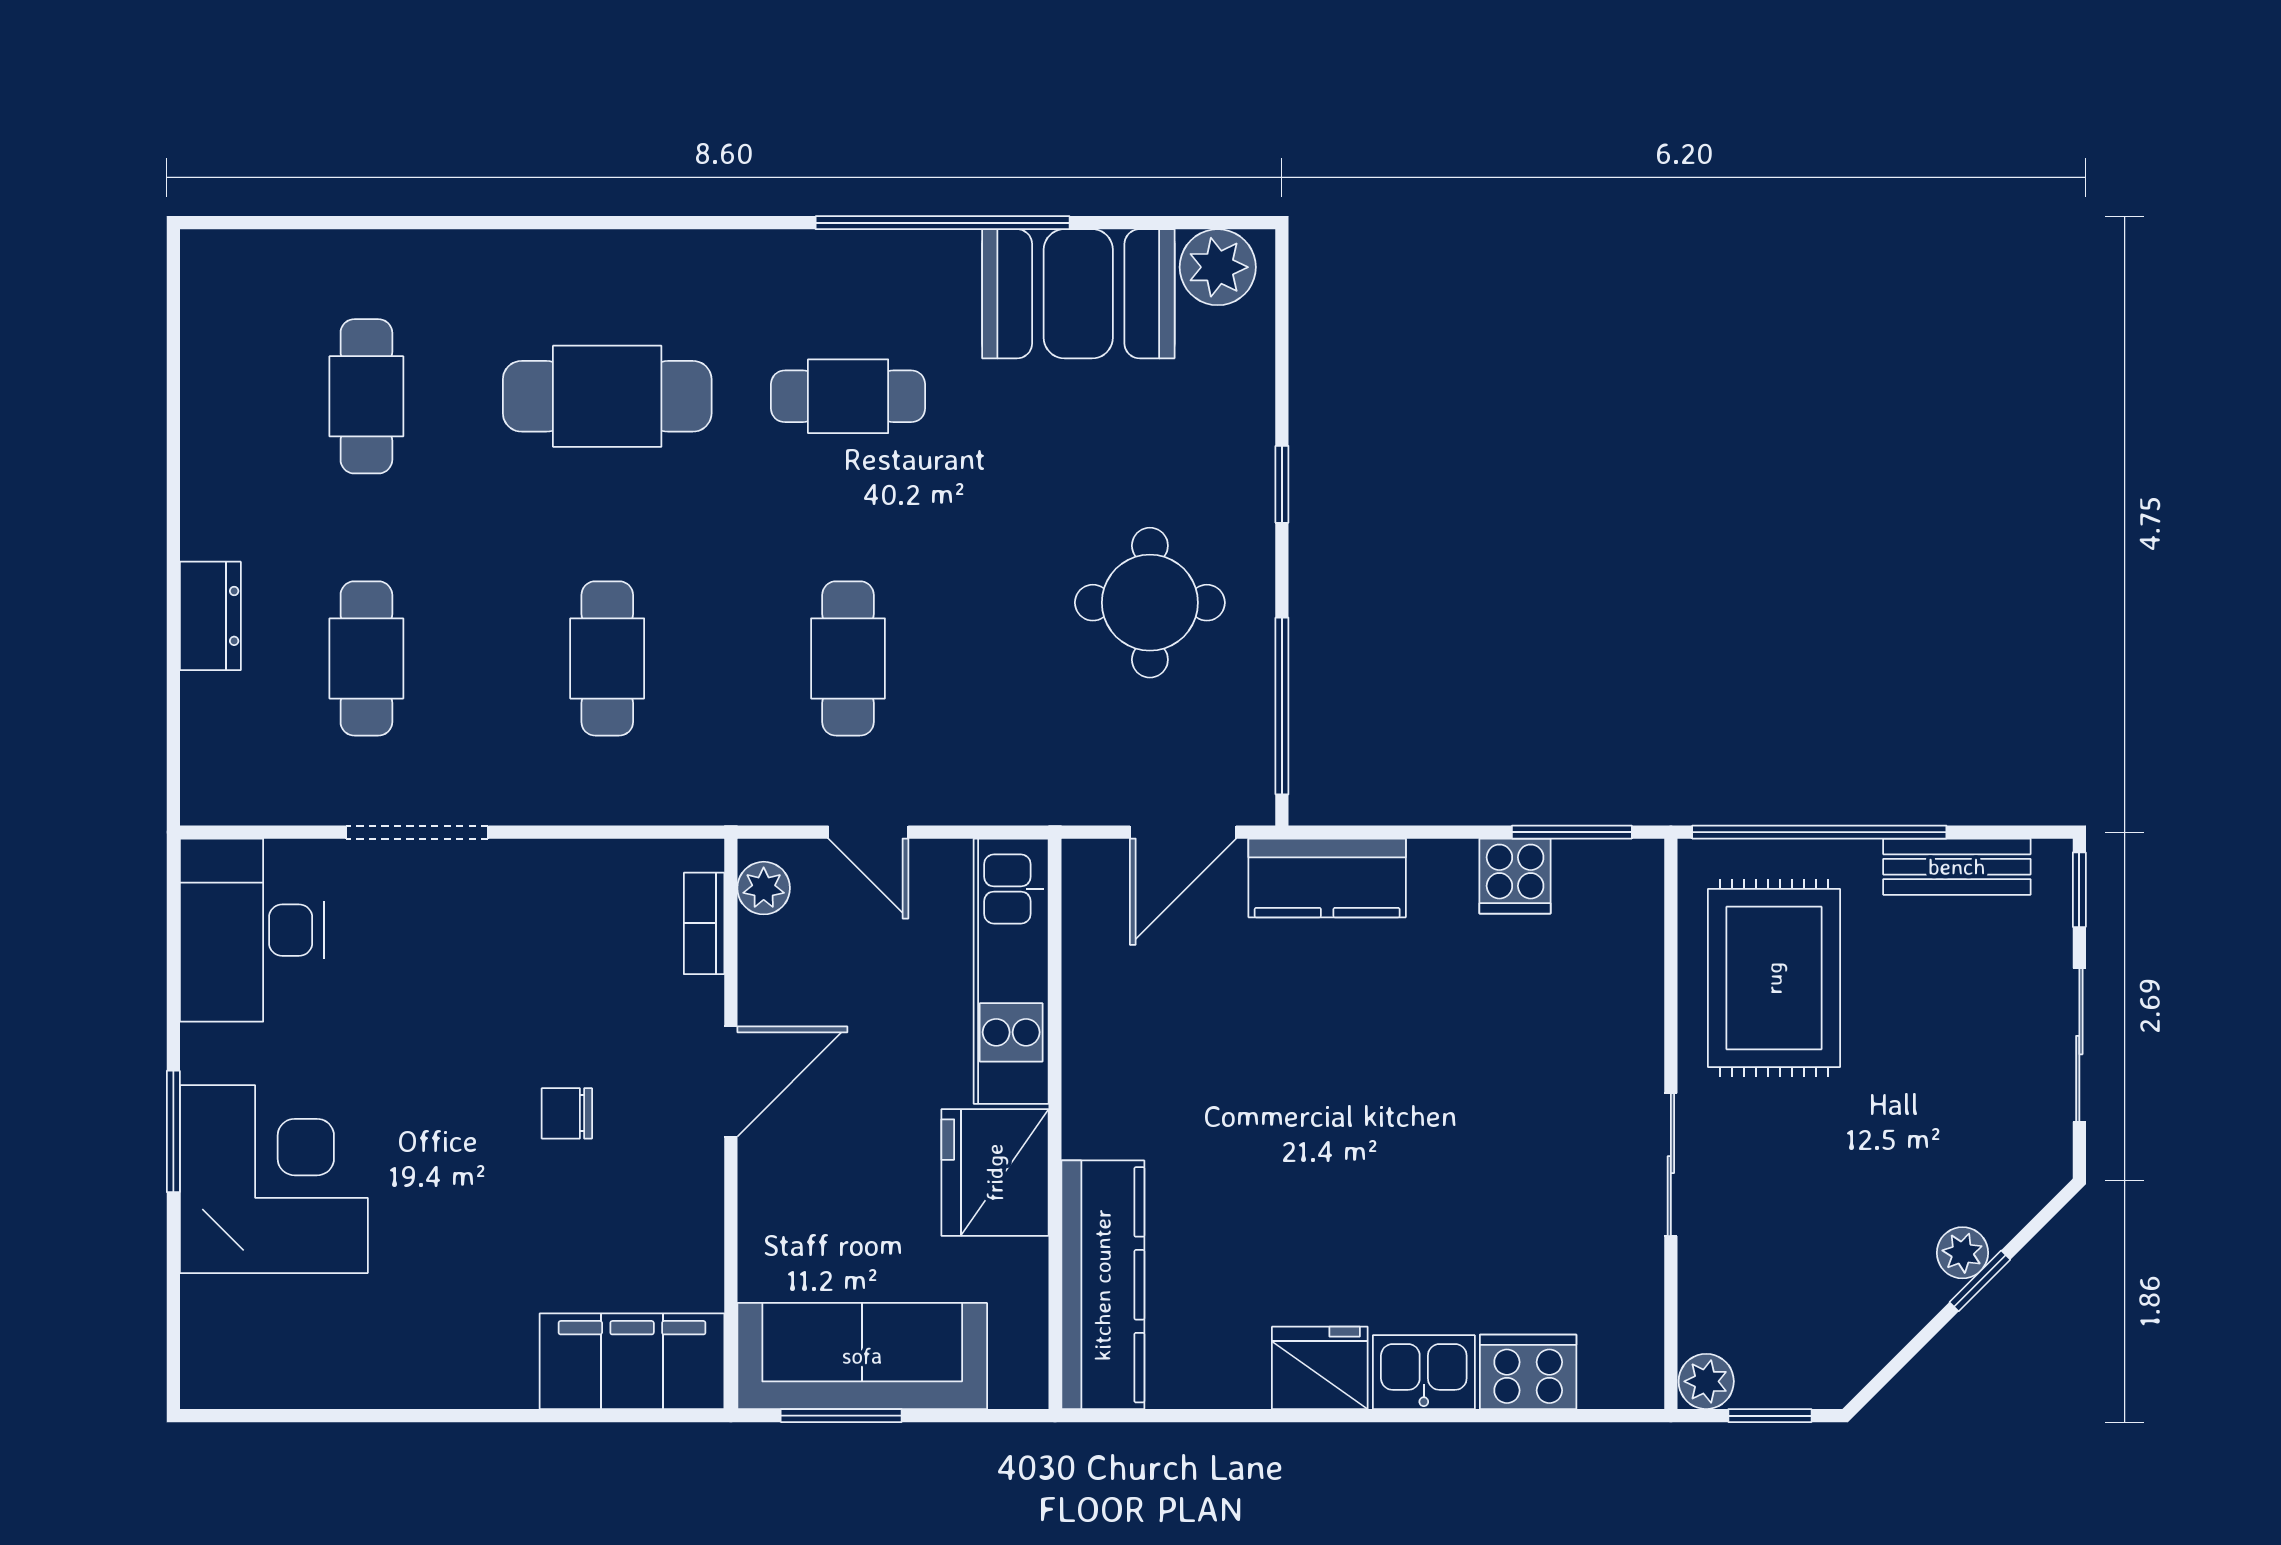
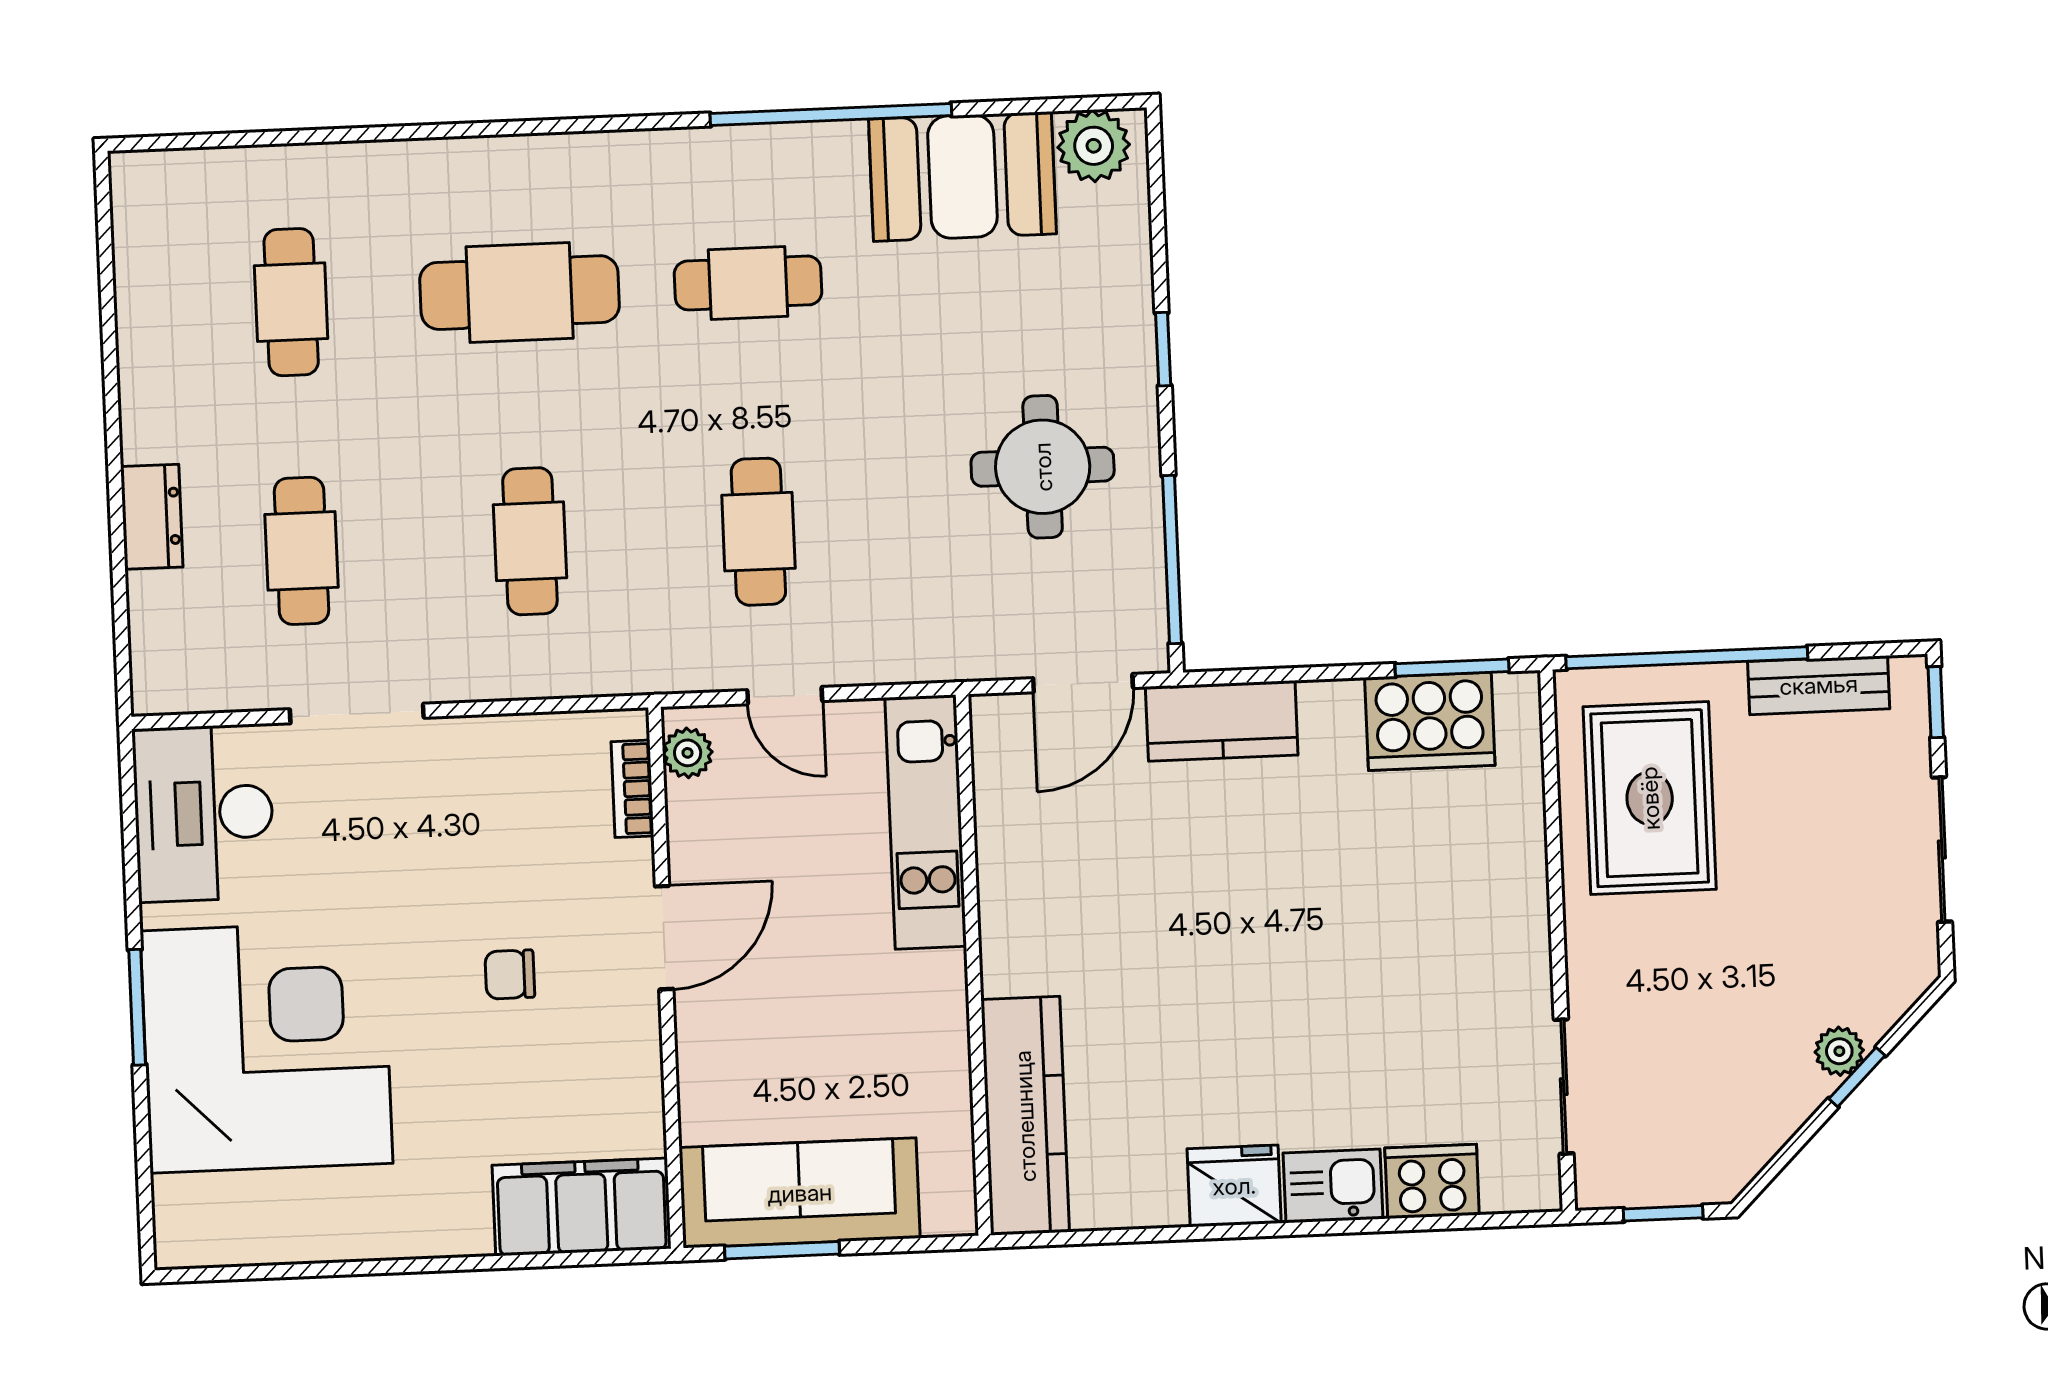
cooker: (1515, 876) -> (1430, 721), width x1.87, depth x1.31
sliding door: (1671, 1165) -> (1564, 1087), moved
fridge: (995, 1172) -> (918, 1014), removed
corner desk: (274, 1179) -> (267, 1047), width x1.36, depth x1.36
plant: (1706, 1381) -> (1601, 1183), removed

